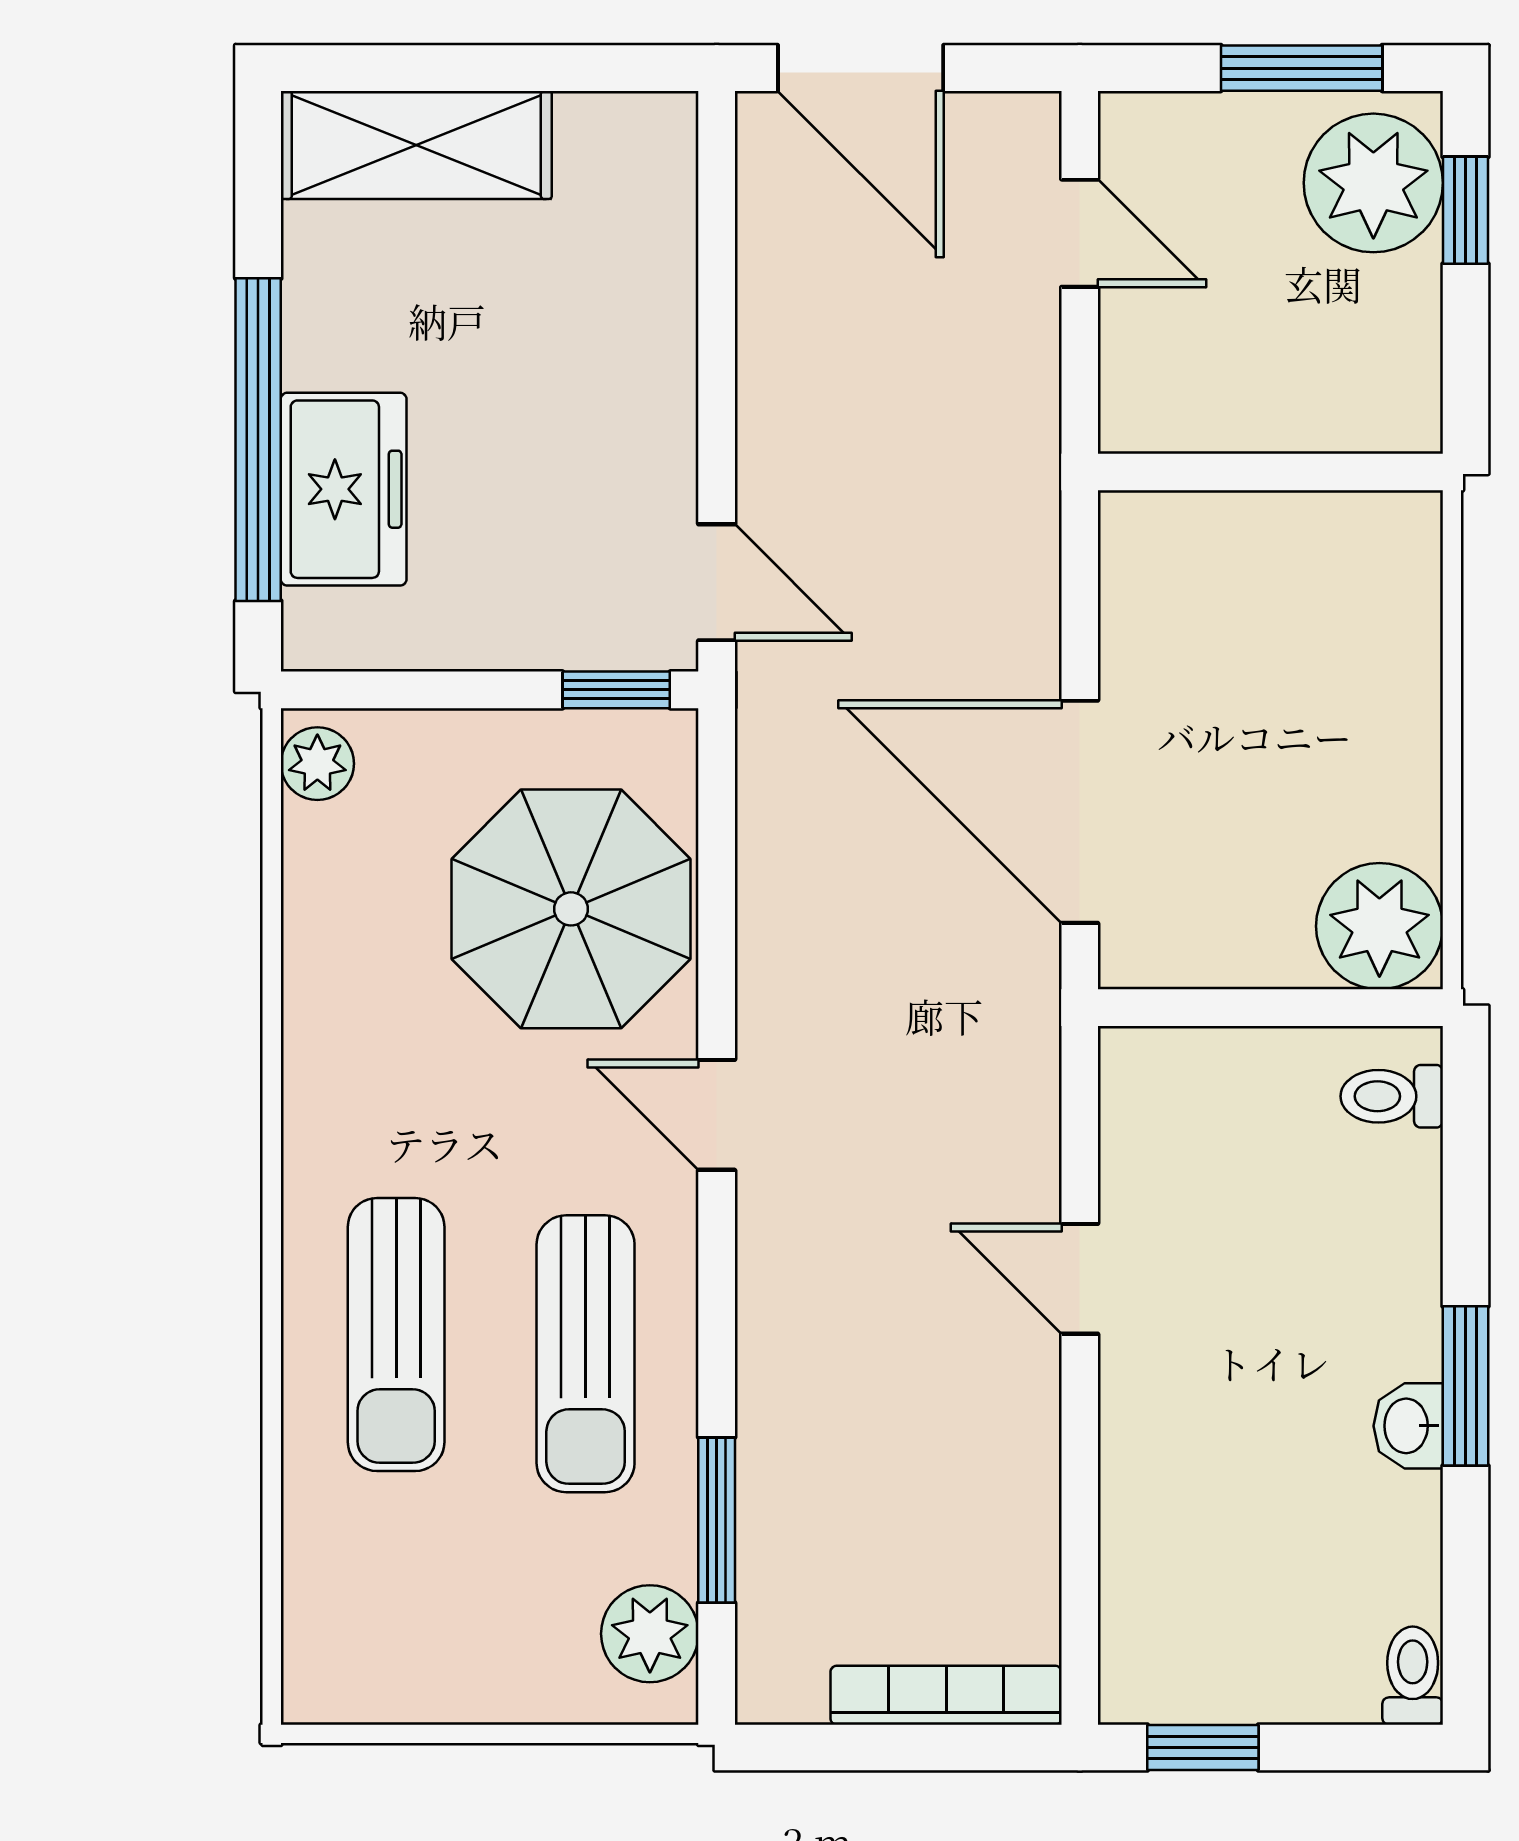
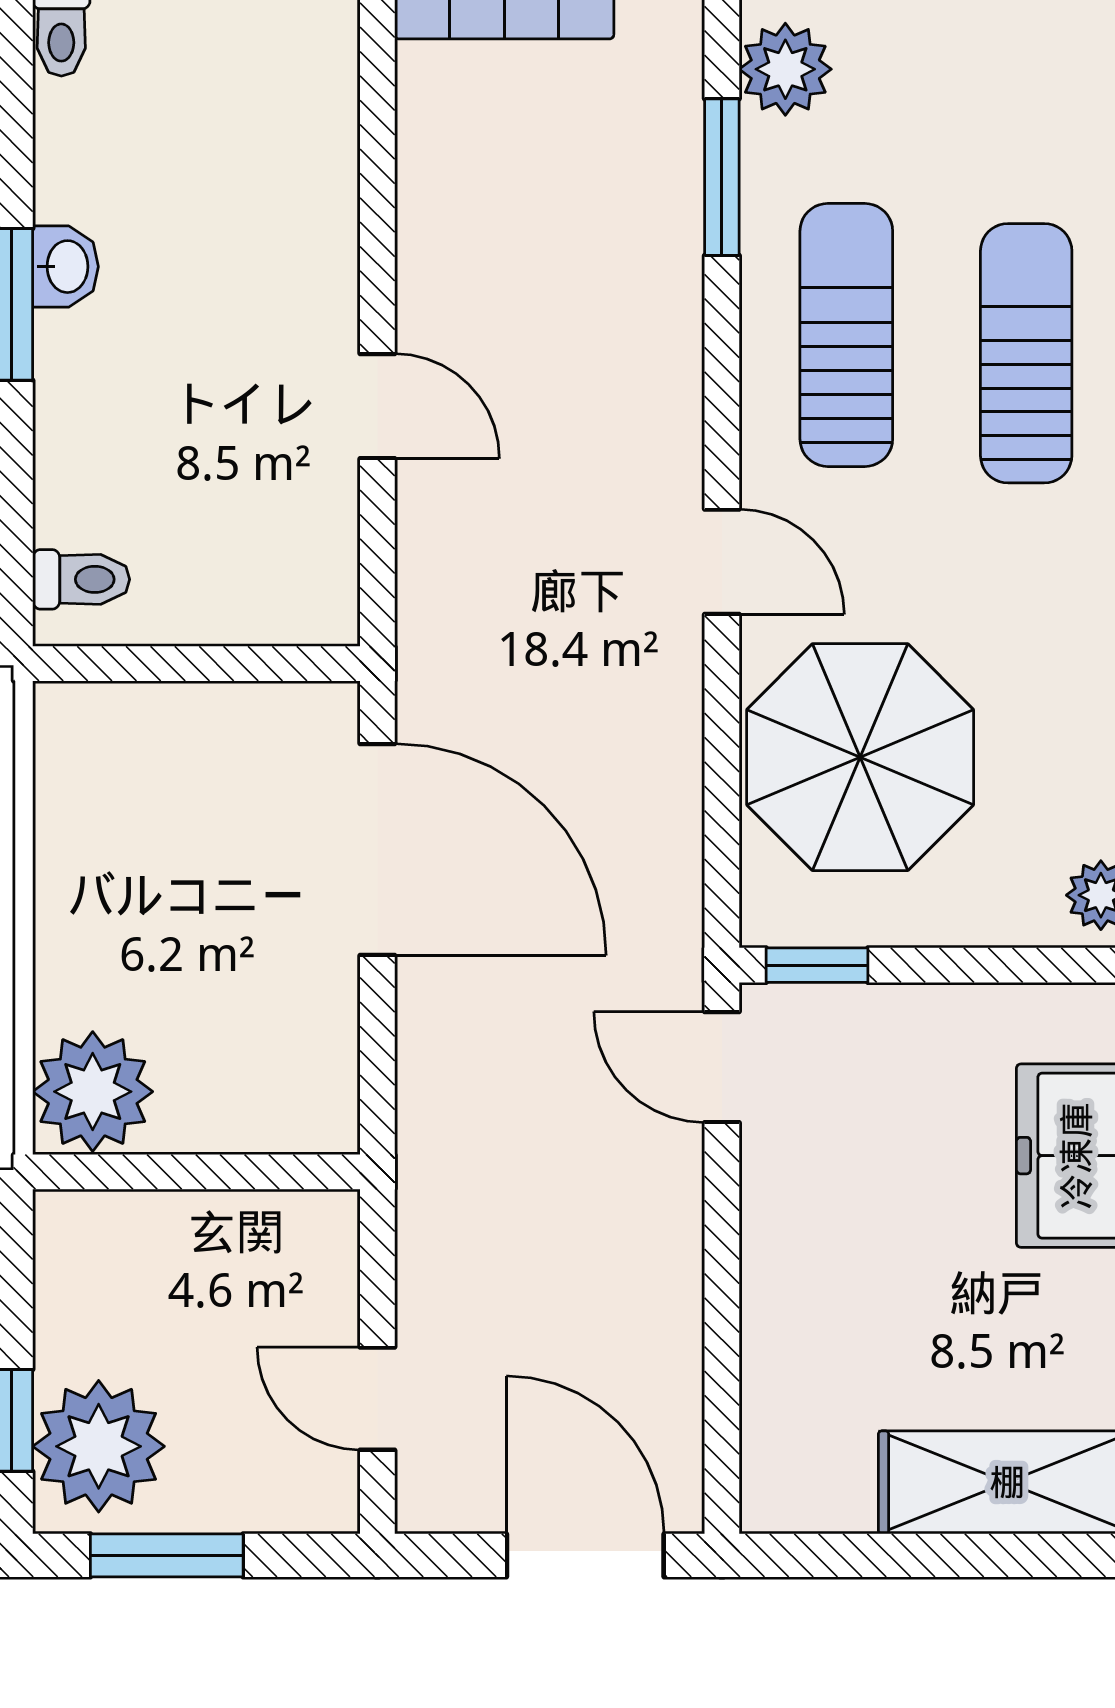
plant: (1379, 926) -> (93, 1092), moved

